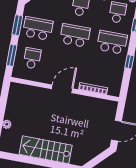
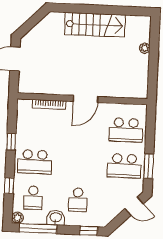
school desk: (75, 35) -> (79, 164), removed
window: (12, 55) -> (150, 130), removed
school desk: (32, 58) -> (126, 130), width x1.85

